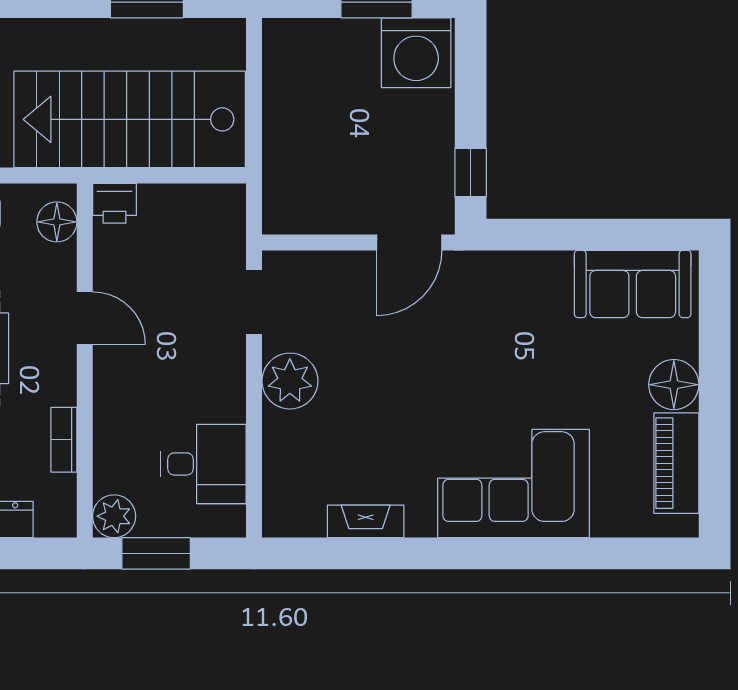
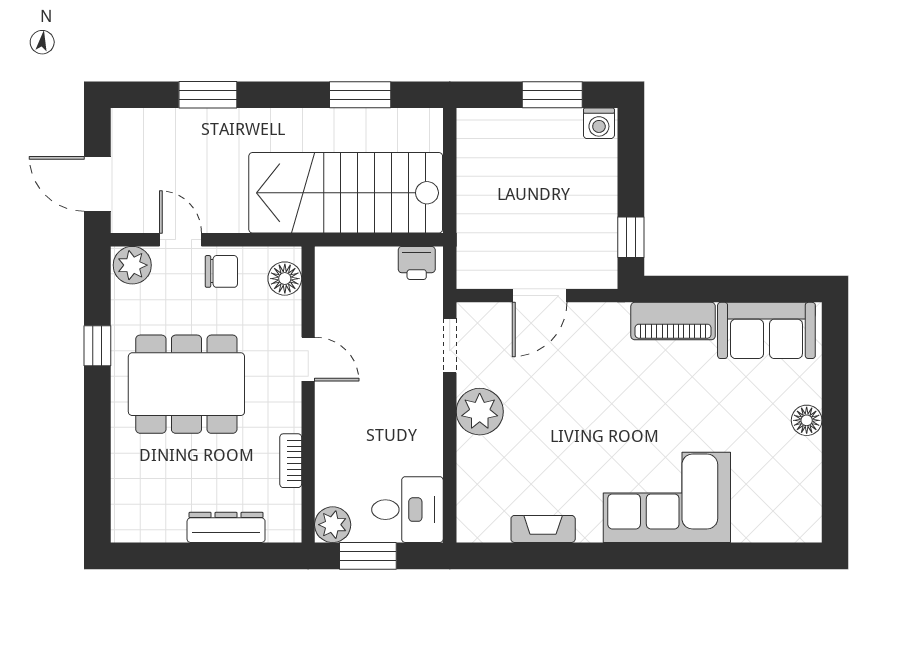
washing machine: (416, 53) -> (599, 123), width x0.53, depth x0.53
printer: (115, 203) -> (417, 263), moved
door: (409, 242) -> (540, 296), moved
floor lamp: (674, 385) -> (807, 420), width x0.73, depth x0.73
piano: (676, 463) -> (673, 321), moved, turned -90
desk: (204, 464) -> (407, 510), moved

